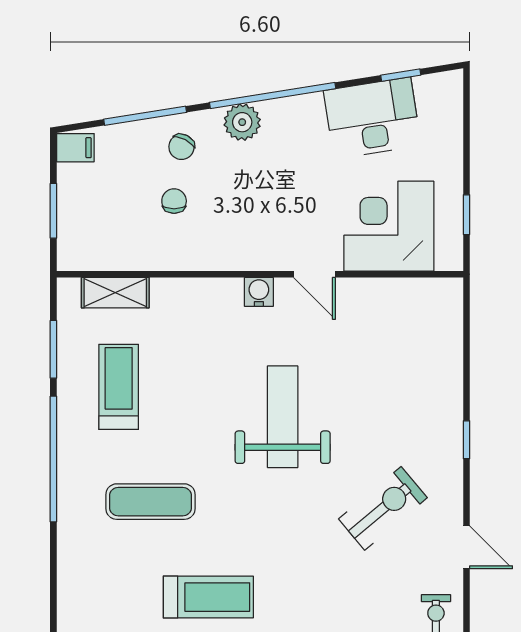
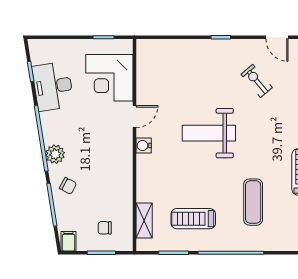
chair: (174, 201) -> (105, 228), moved
exercise bike: (383, 508) -> (257, 81), width x0.73, depth x0.72
door: (467, 547) -> (277, 37), swing flipped

